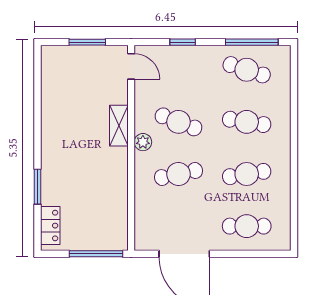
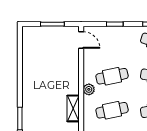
cafe table: (178, 122) -> (112, 76), turned -33
shelving: (119, 126) -> (73, 108), moved

